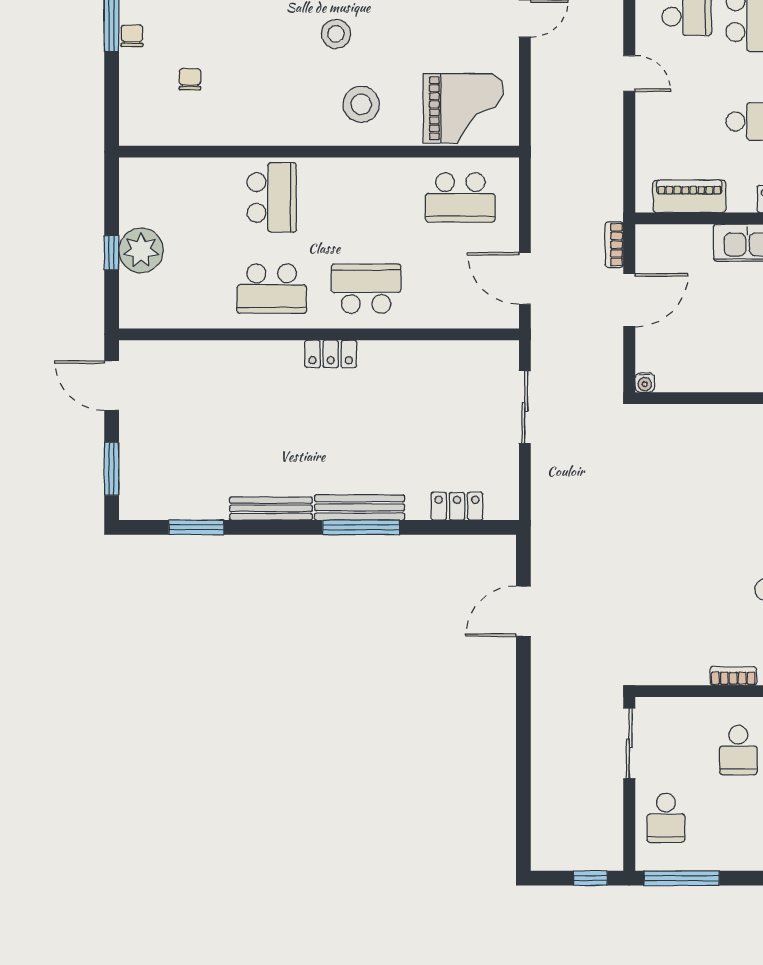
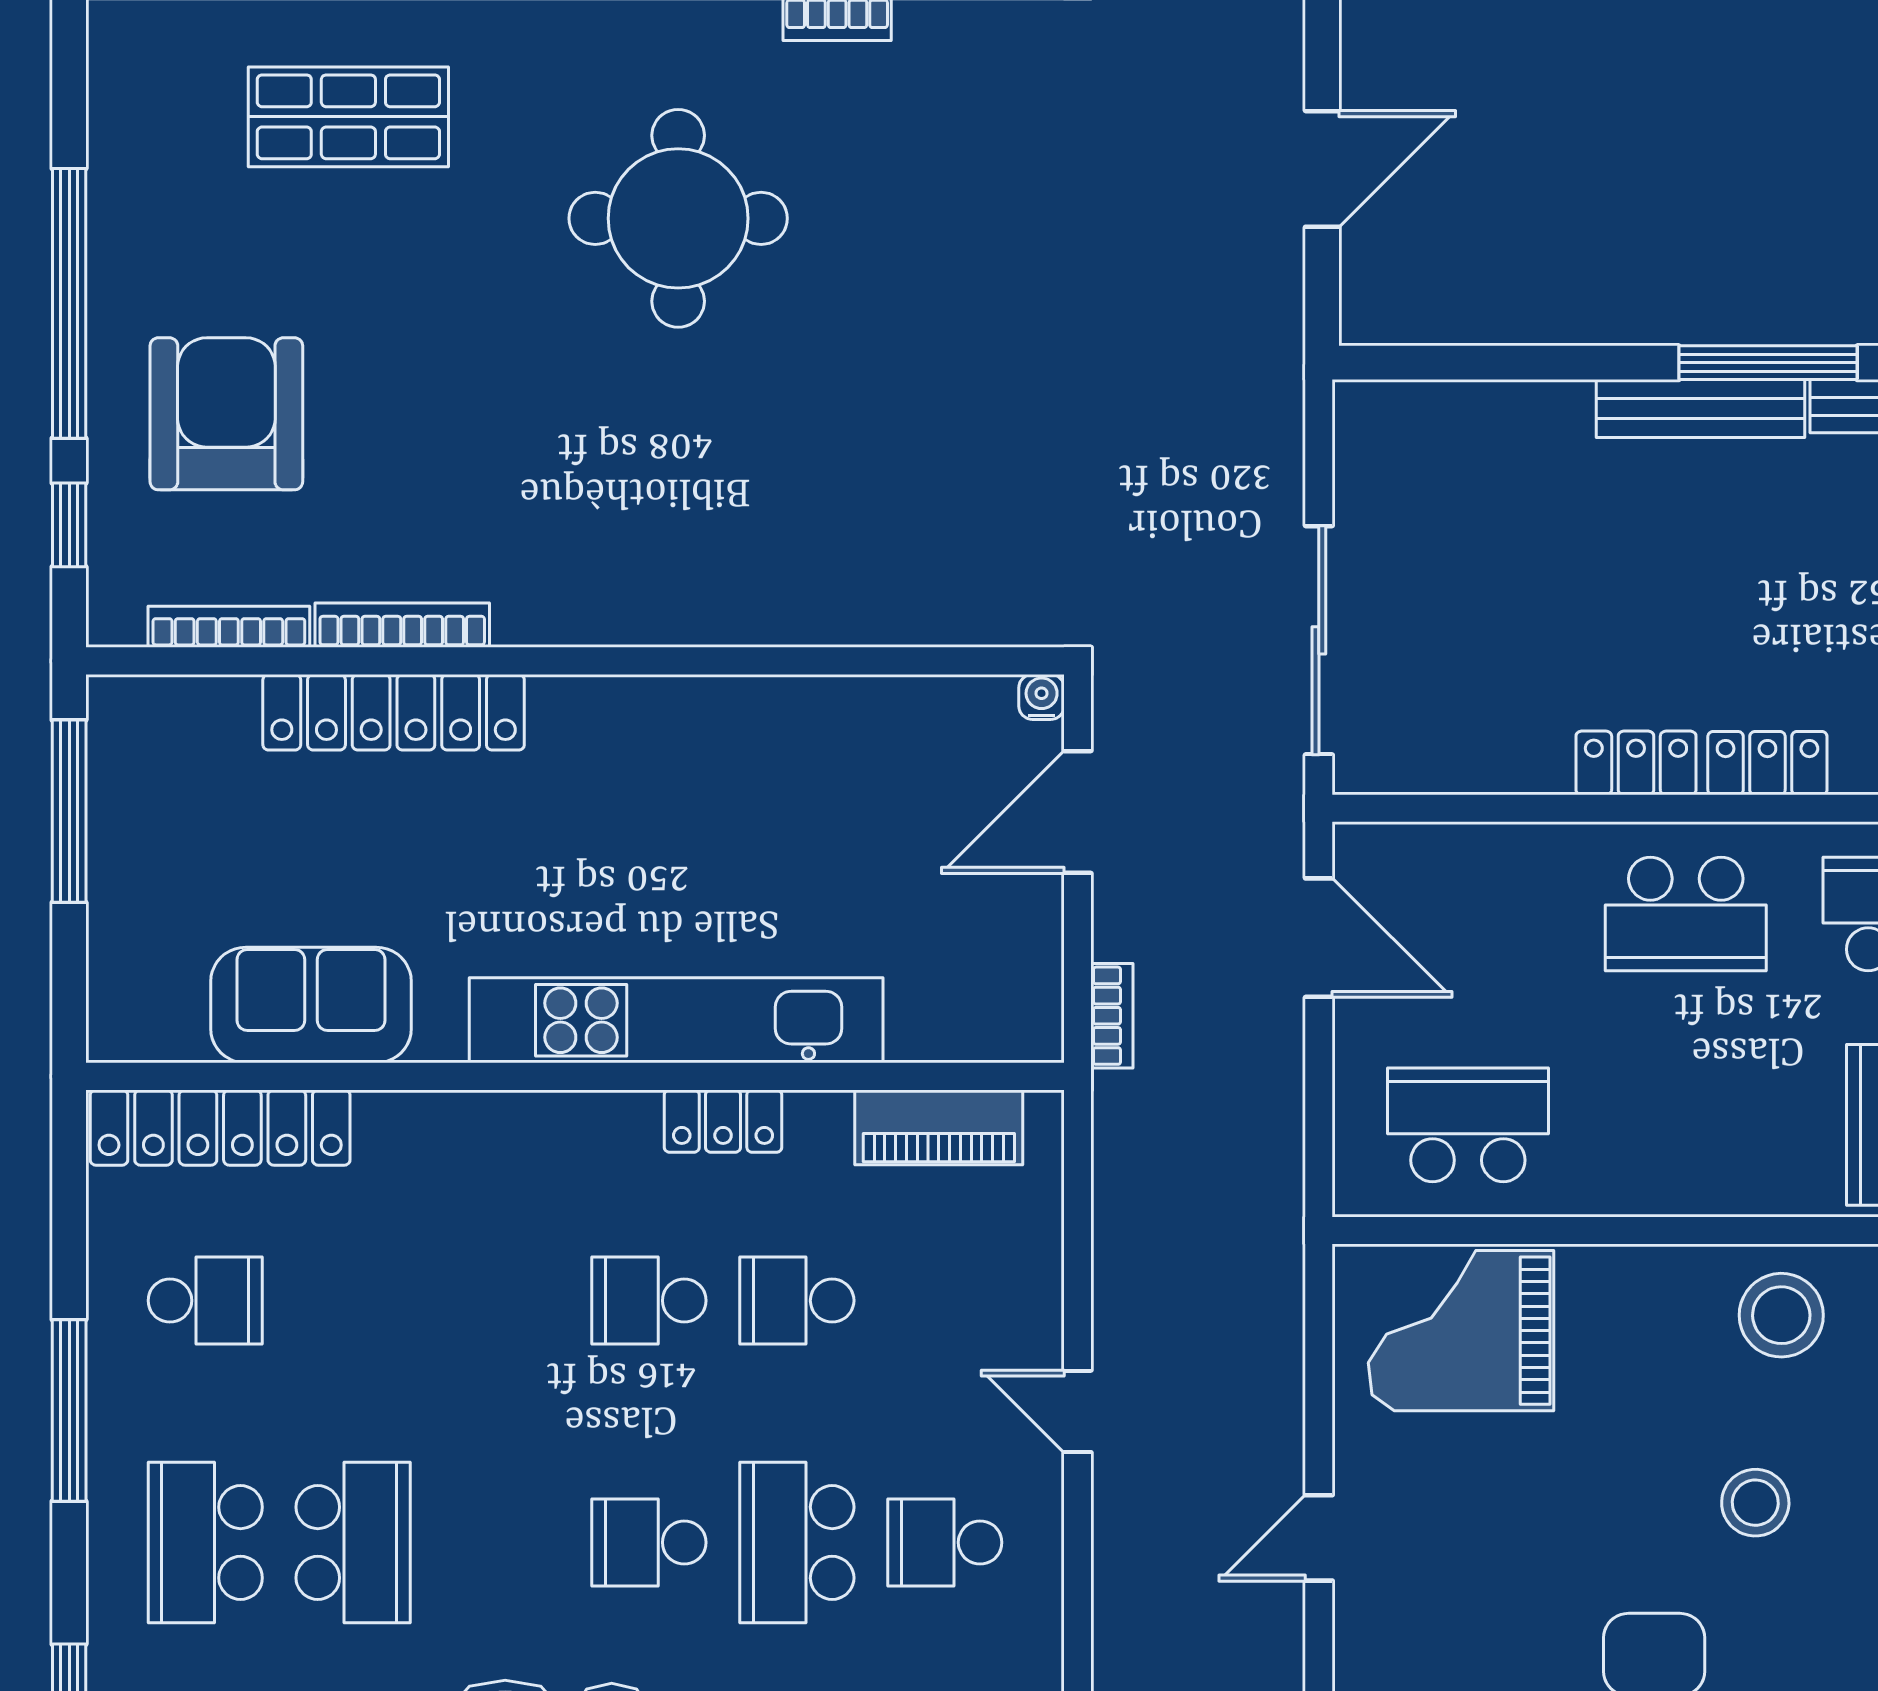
stool: (361, 104) -> (1781, 1315), moved
door: (629, 300) -> (1078, 812), moved
sliding door: (525, 407) -> (1319, 640), width x1.37
locker: (457, 506) -> (1636, 763), moved, turned 180
window: (361, 527) -> (1768, 363), moved

